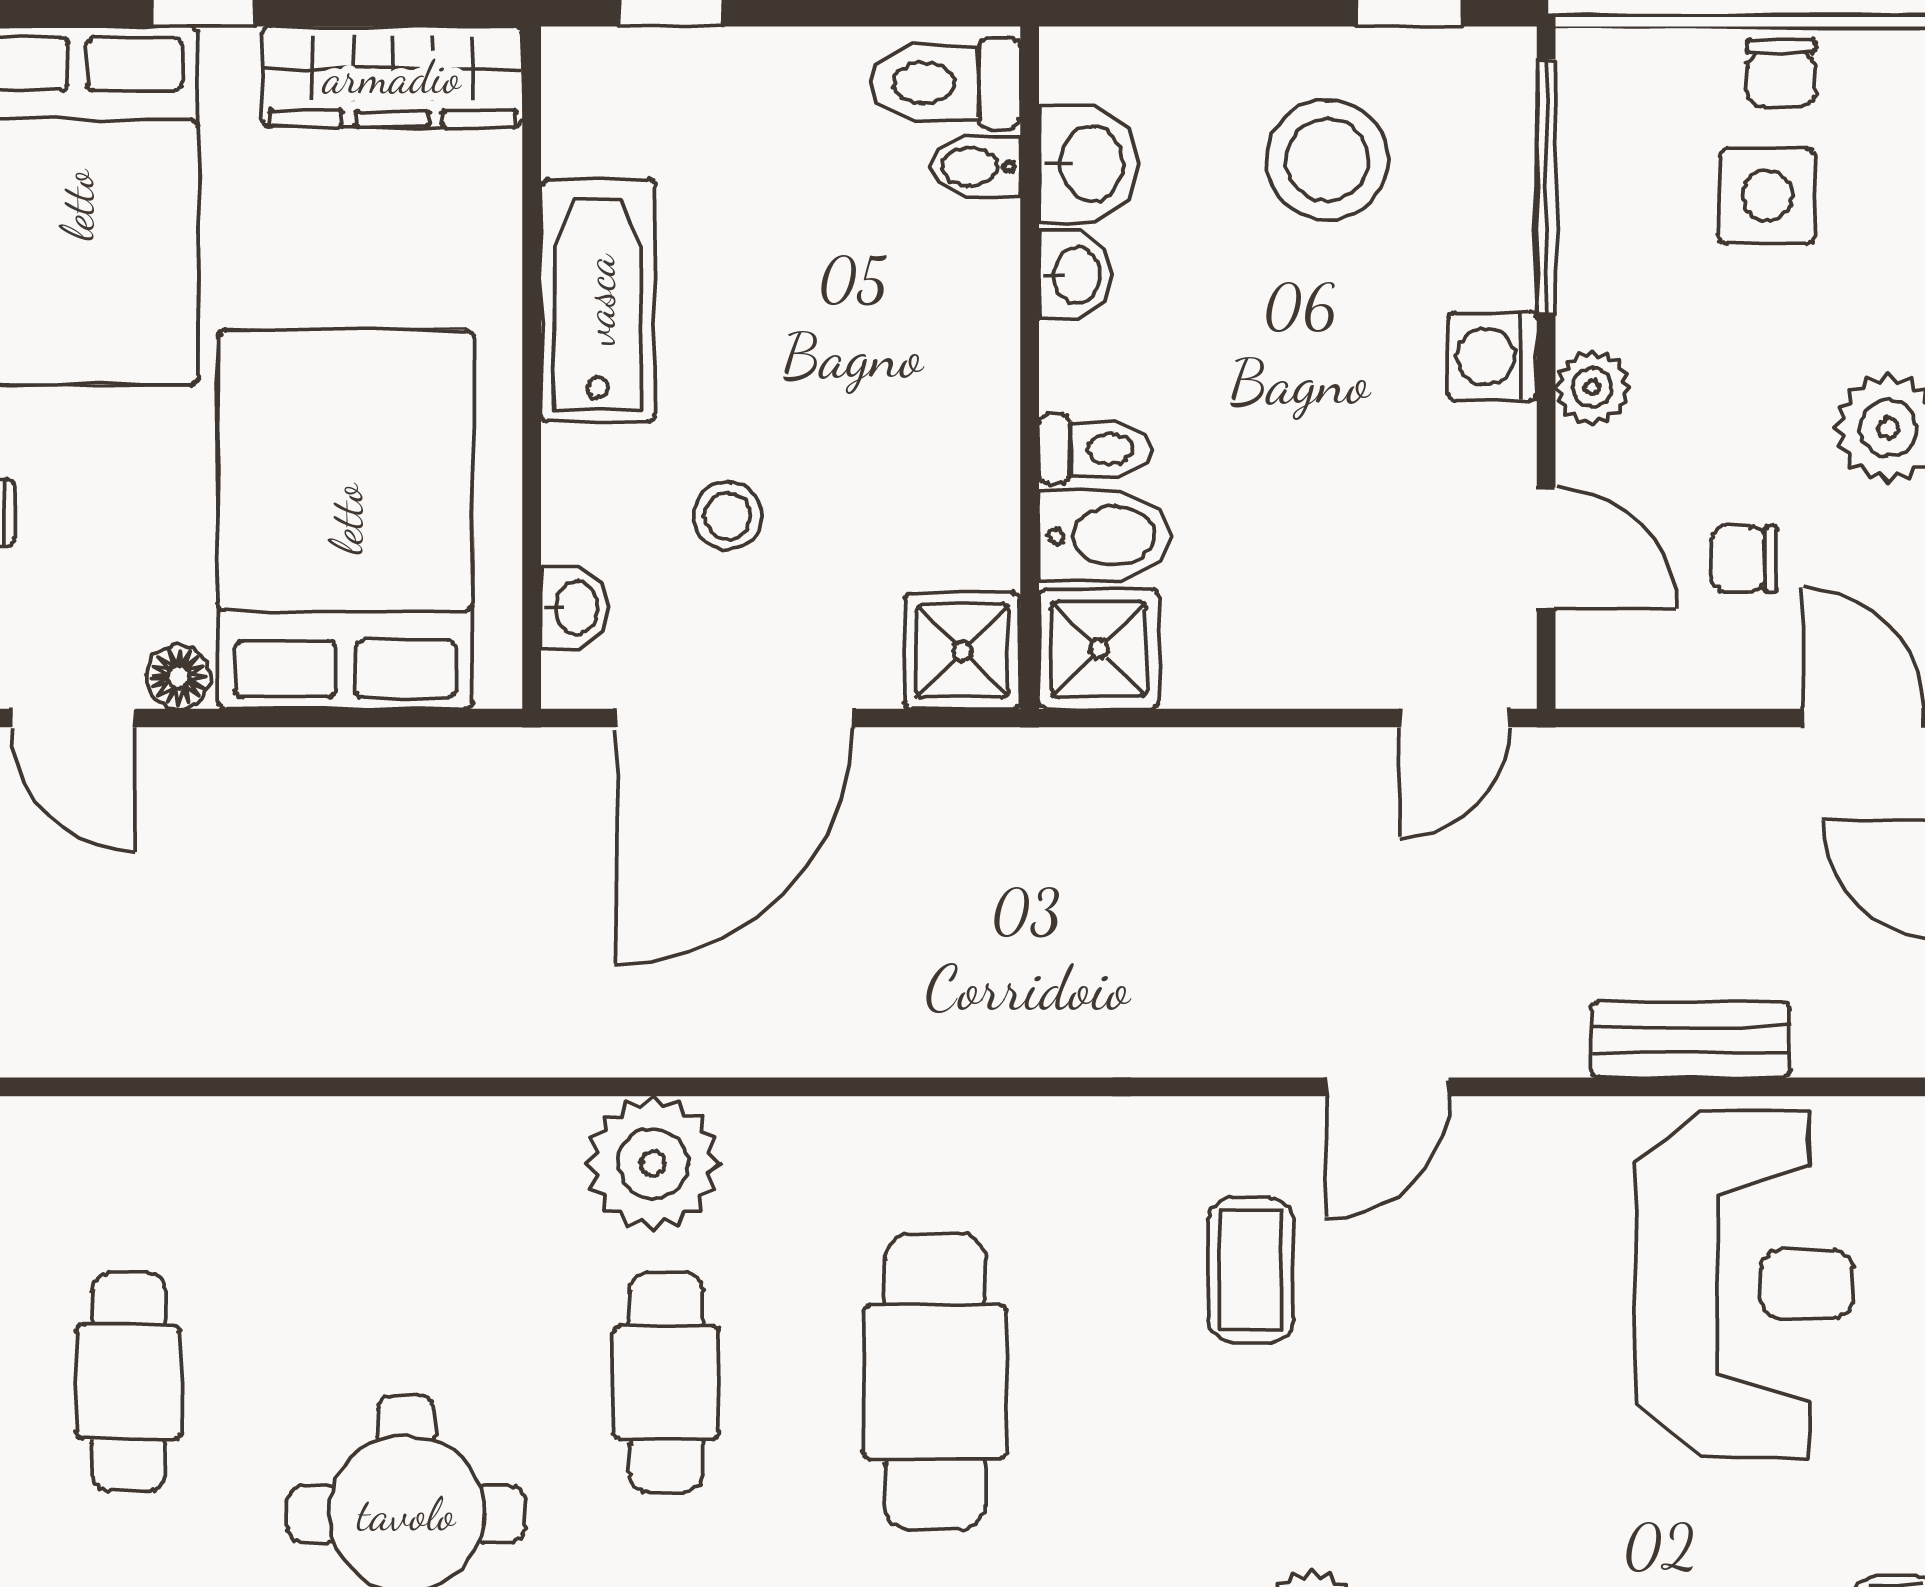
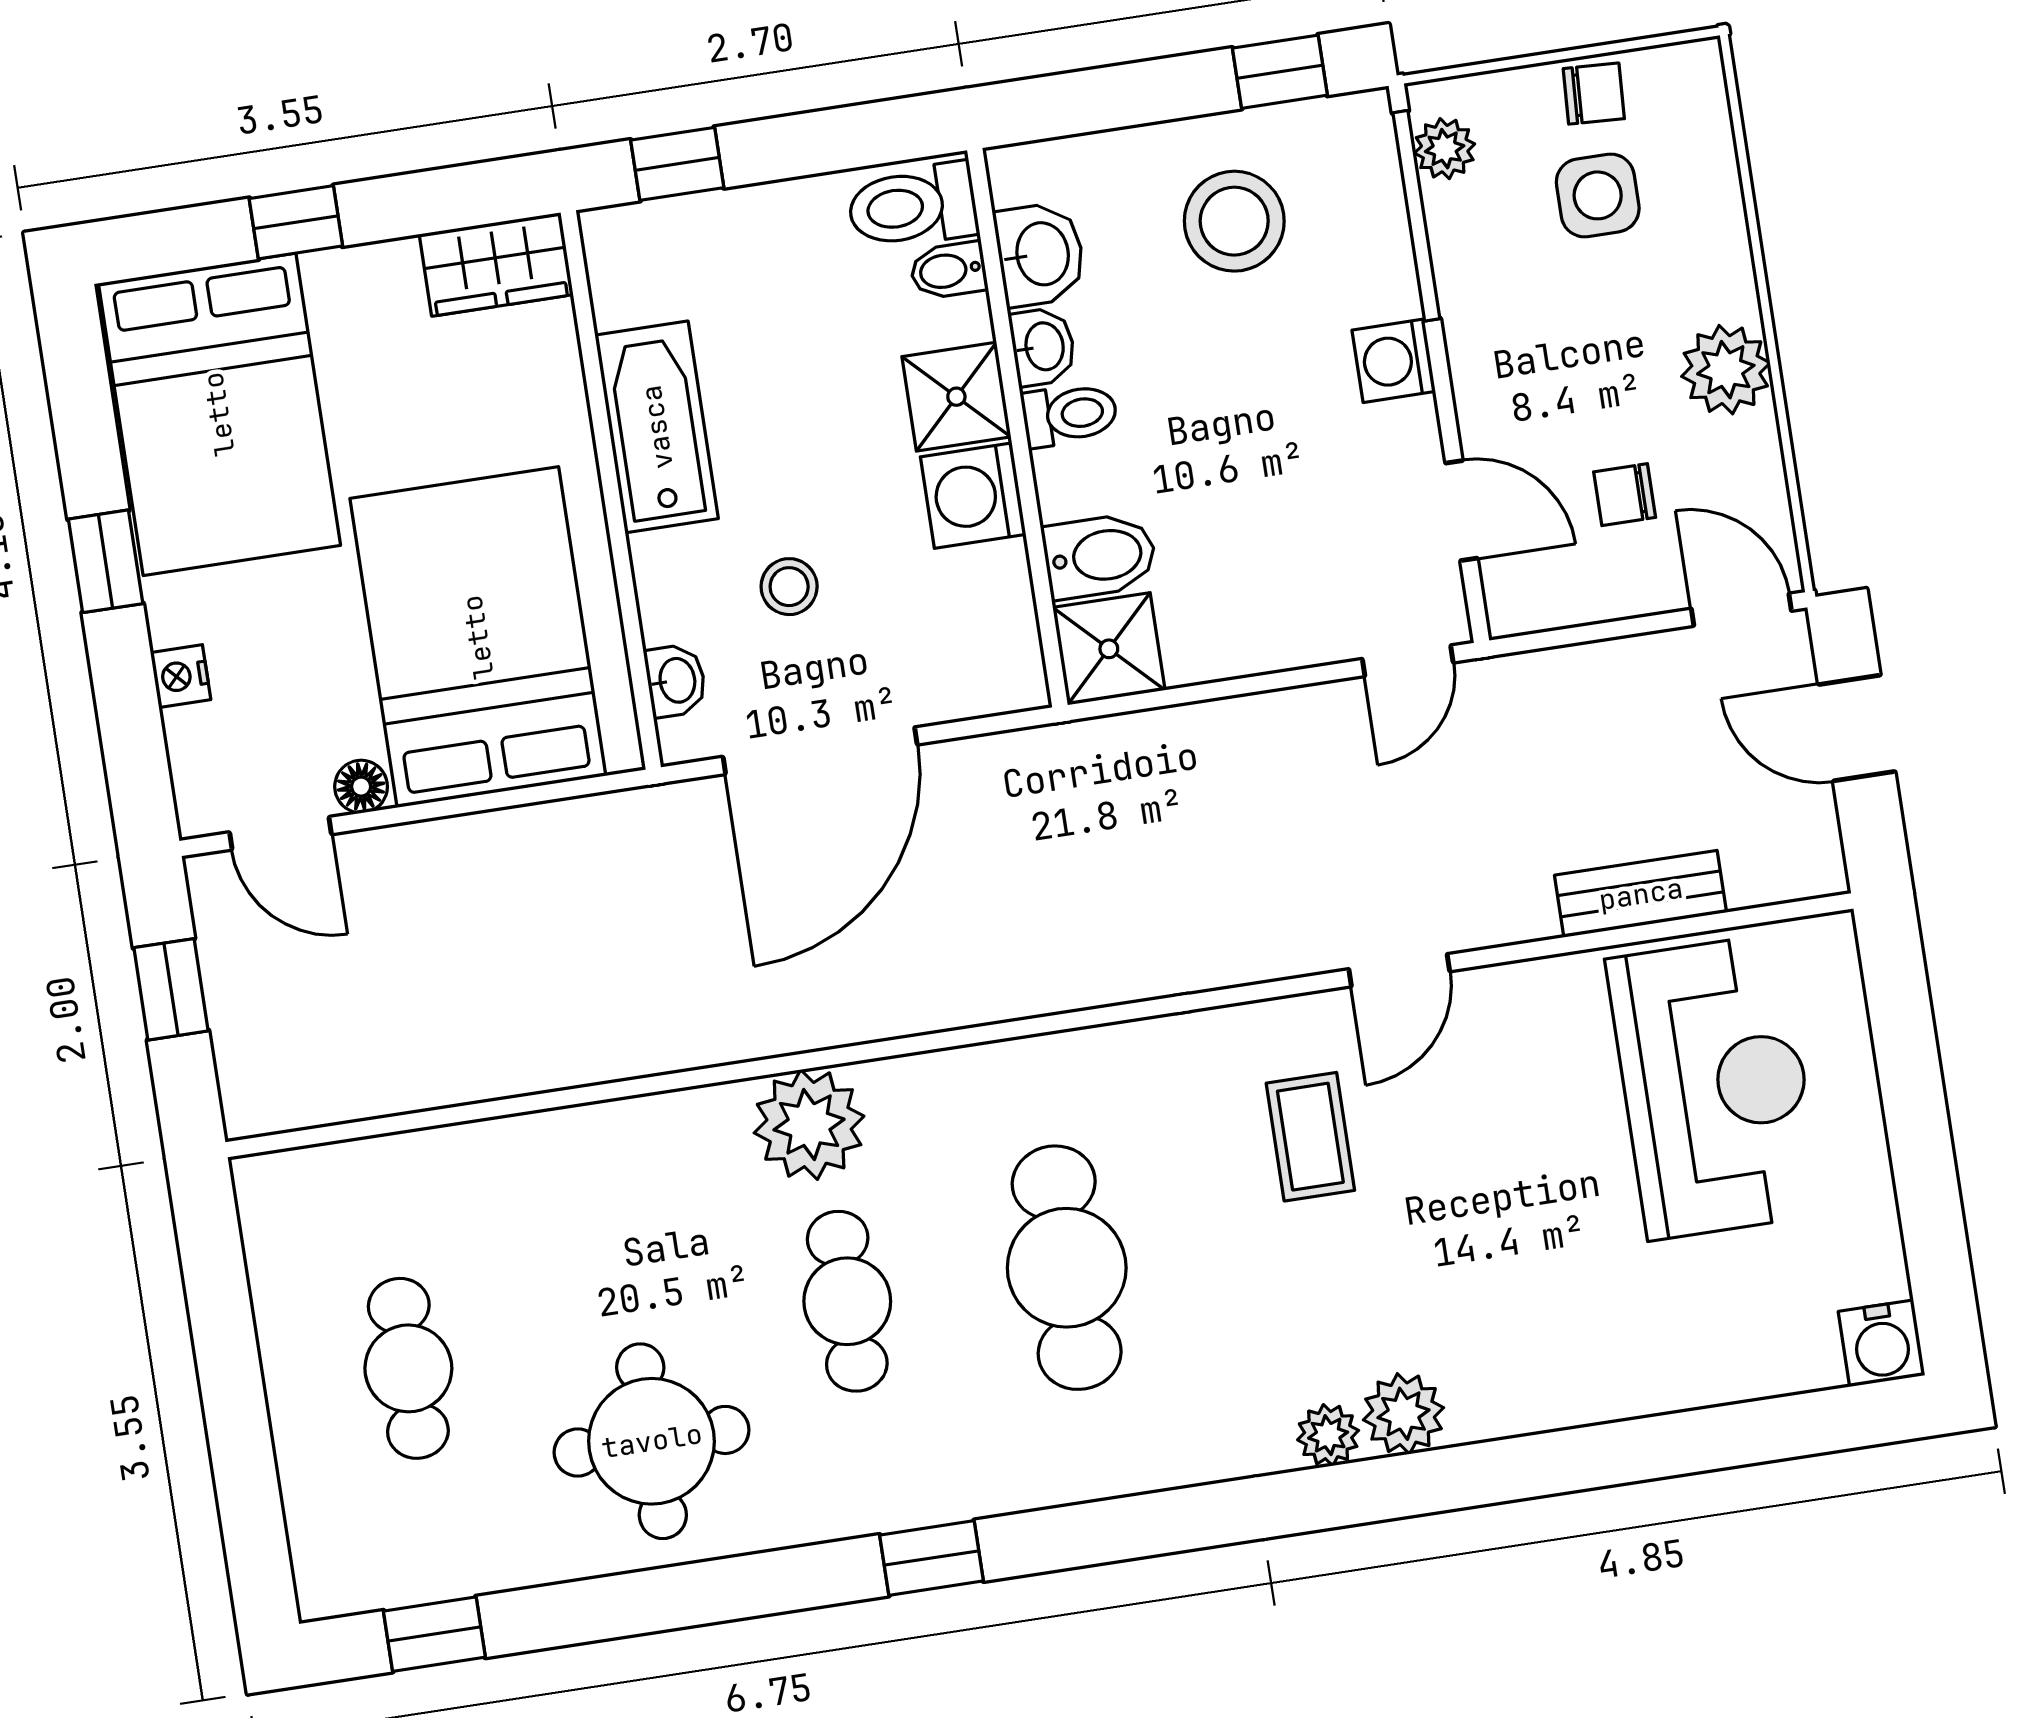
chair: (1781, 73) -> (1594, 94), turned -87
wardrobe: (392, 77) -> (496, 264), width x0.67
plant: (1592, 387) -> (1445, 149), moved
washing machine: (964, 441) -> (973, 496), added
toilet: (1095, 449) -> (1070, 415), moved
shower: (962, 651) -> (956, 397), moved

